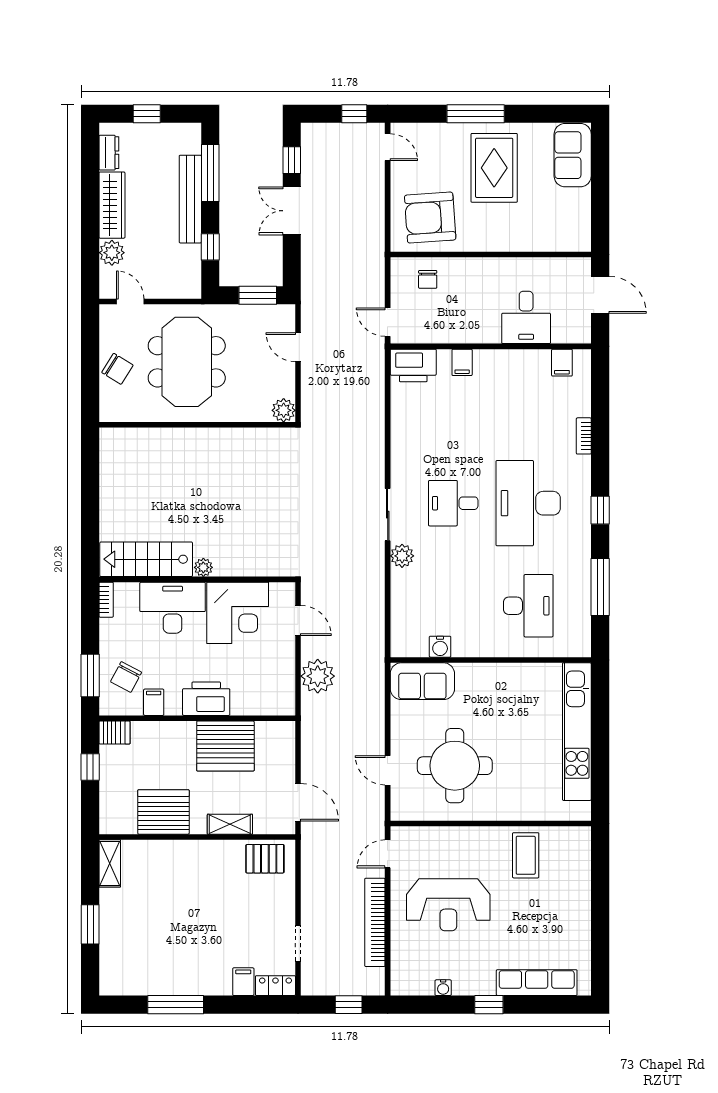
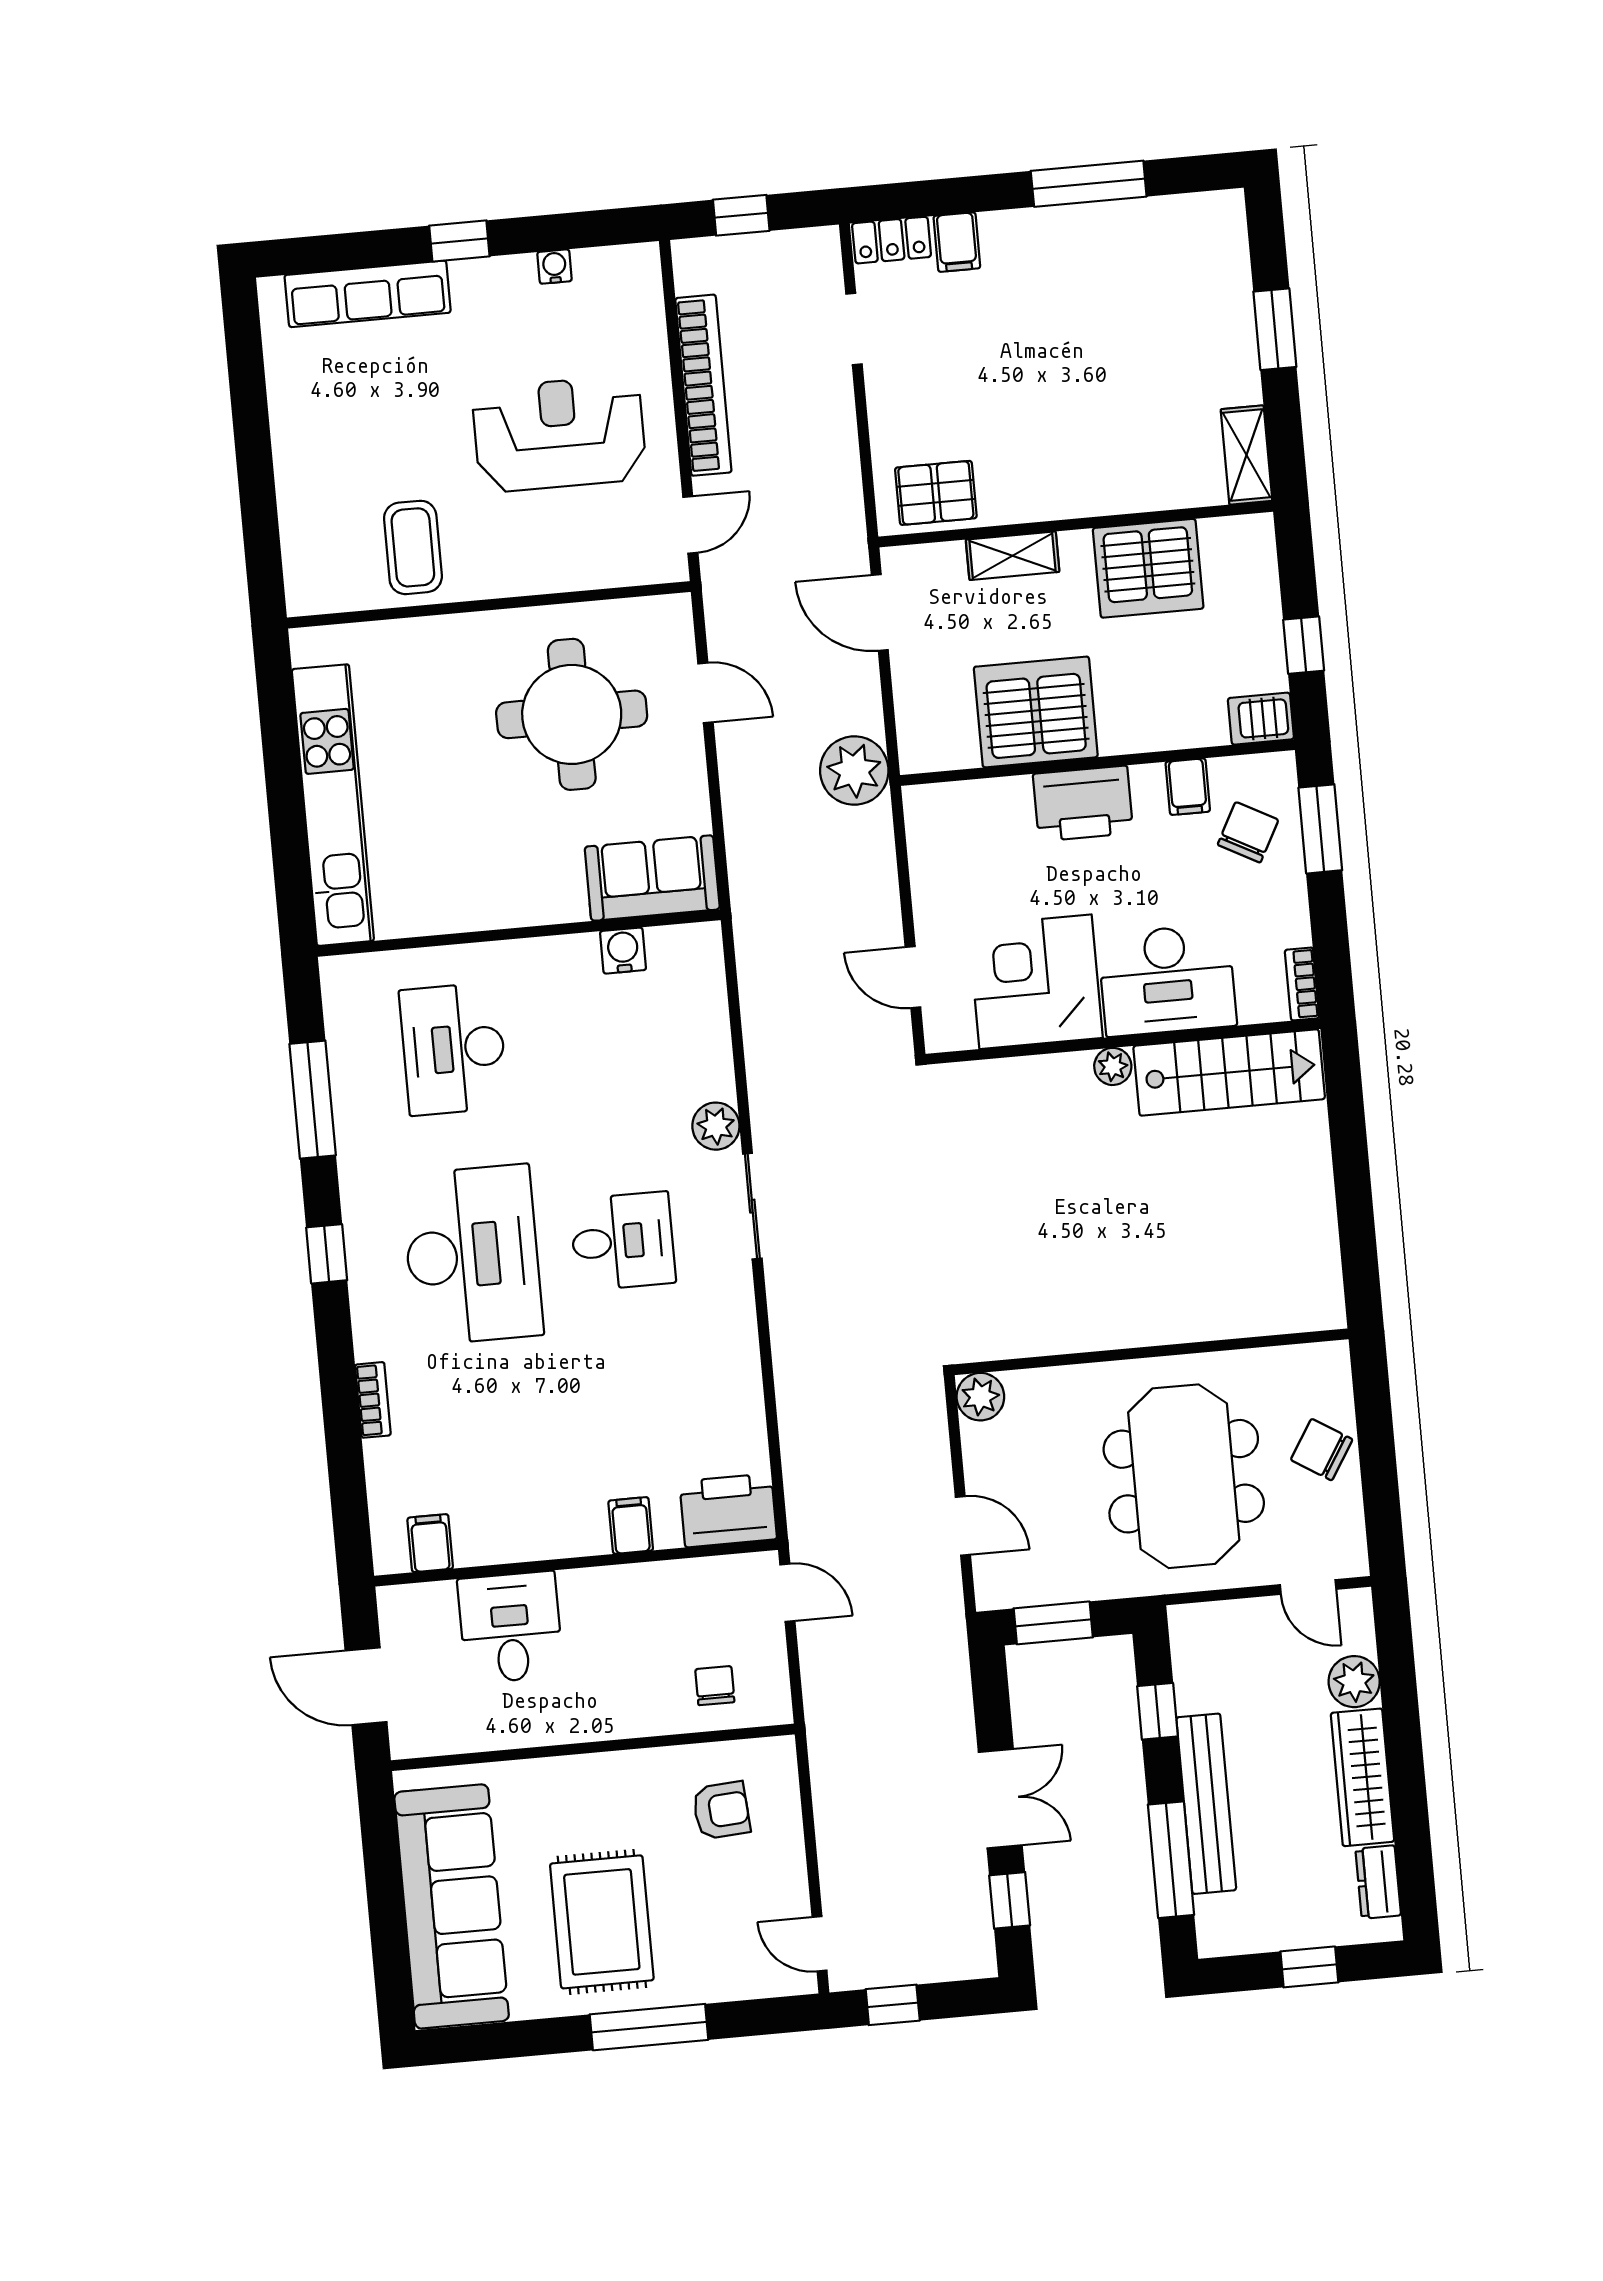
sofa: (573, 155) -> (452, 1906), width x1.85, depth x1.27
armchair: (430, 218) -> (721, 1810), width x0.53, depth x0.53
plant: (318, 676) -> (854, 771), moved

